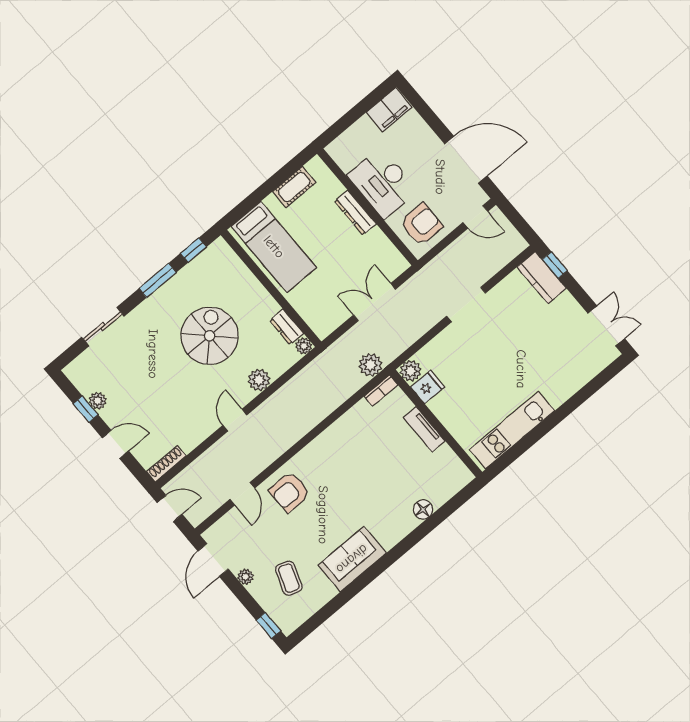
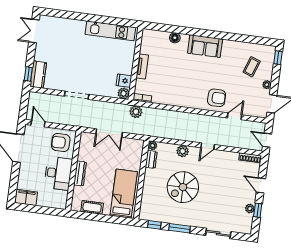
sofa: (352, 559) -> (205, 46), moved

